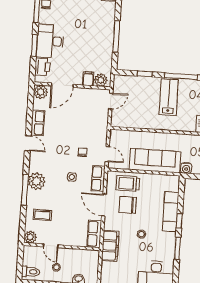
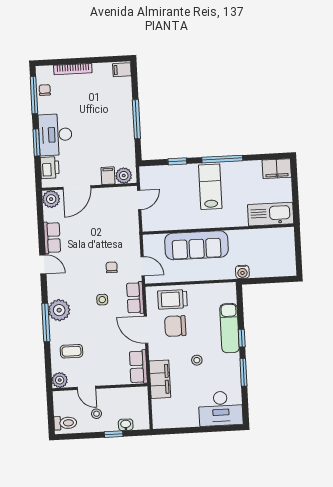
sofa: (155, 161) -> (196, 245), moved, turned 180

